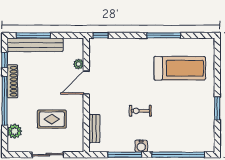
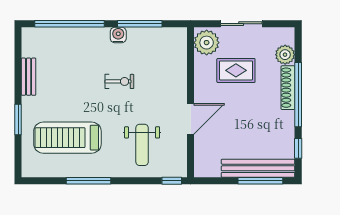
weight bench: (123, 63) -> (142, 145), added
plant: (79, 64) -> (207, 43), moved, width x1.88, depth x1.88
shoe rack: (12, 81) -> (288, 88), moved
window: (217, 109) -> (18, 119), moved
bench: (94, 129) -> (29, 77), moved

